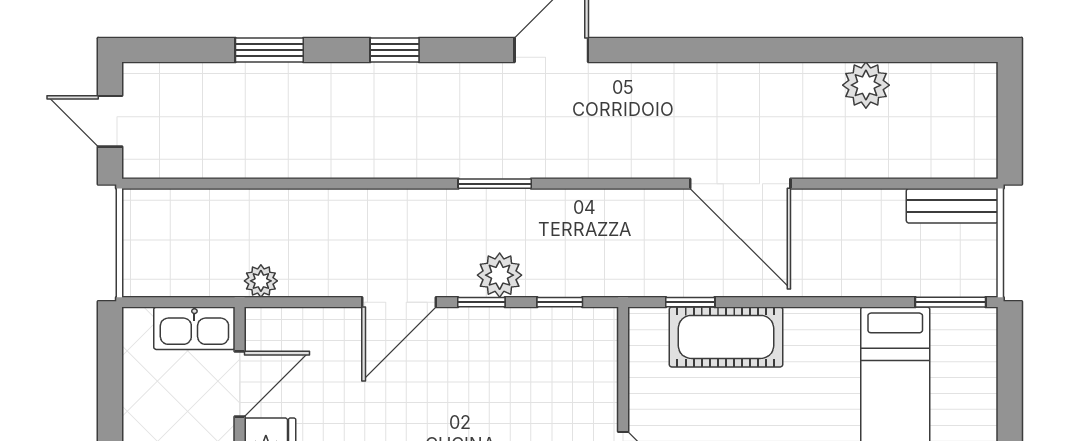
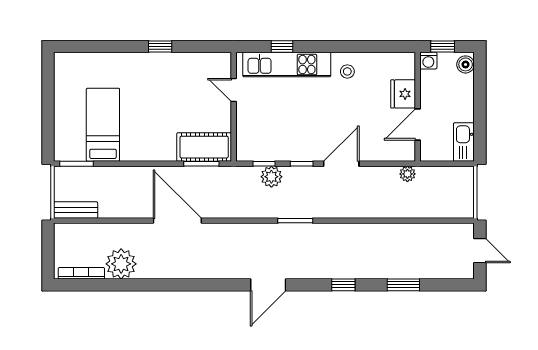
bookcase: (940, 74) -> (81, 273), added
plant: (866, 85) -> (121, 264), width x1.36, depth x1.36
plant: (500, 275) -> (271, 177), moved
window: (690, 302) -> (201, 164), width x1.50
kitchen sink: (194, 328) -> (464, 142), moved, turned -90
cot: (726, 337) -> (204, 147), moved

